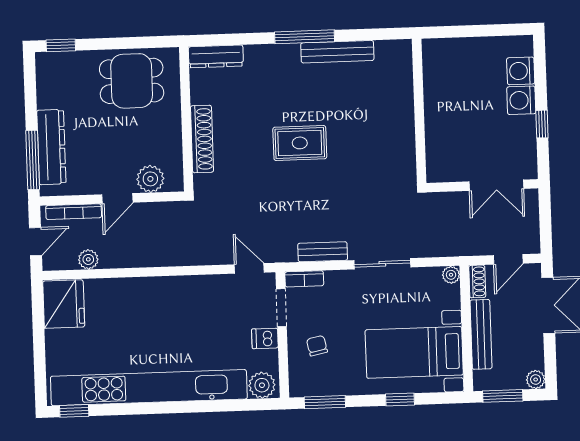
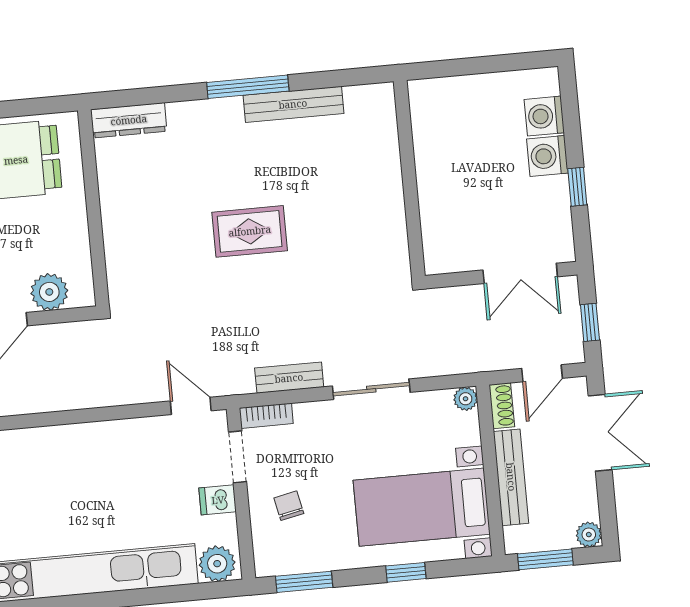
shoe rack: (202, 139) -> (116, 234), removed
window: (545, 224) -> (590, 322), added

